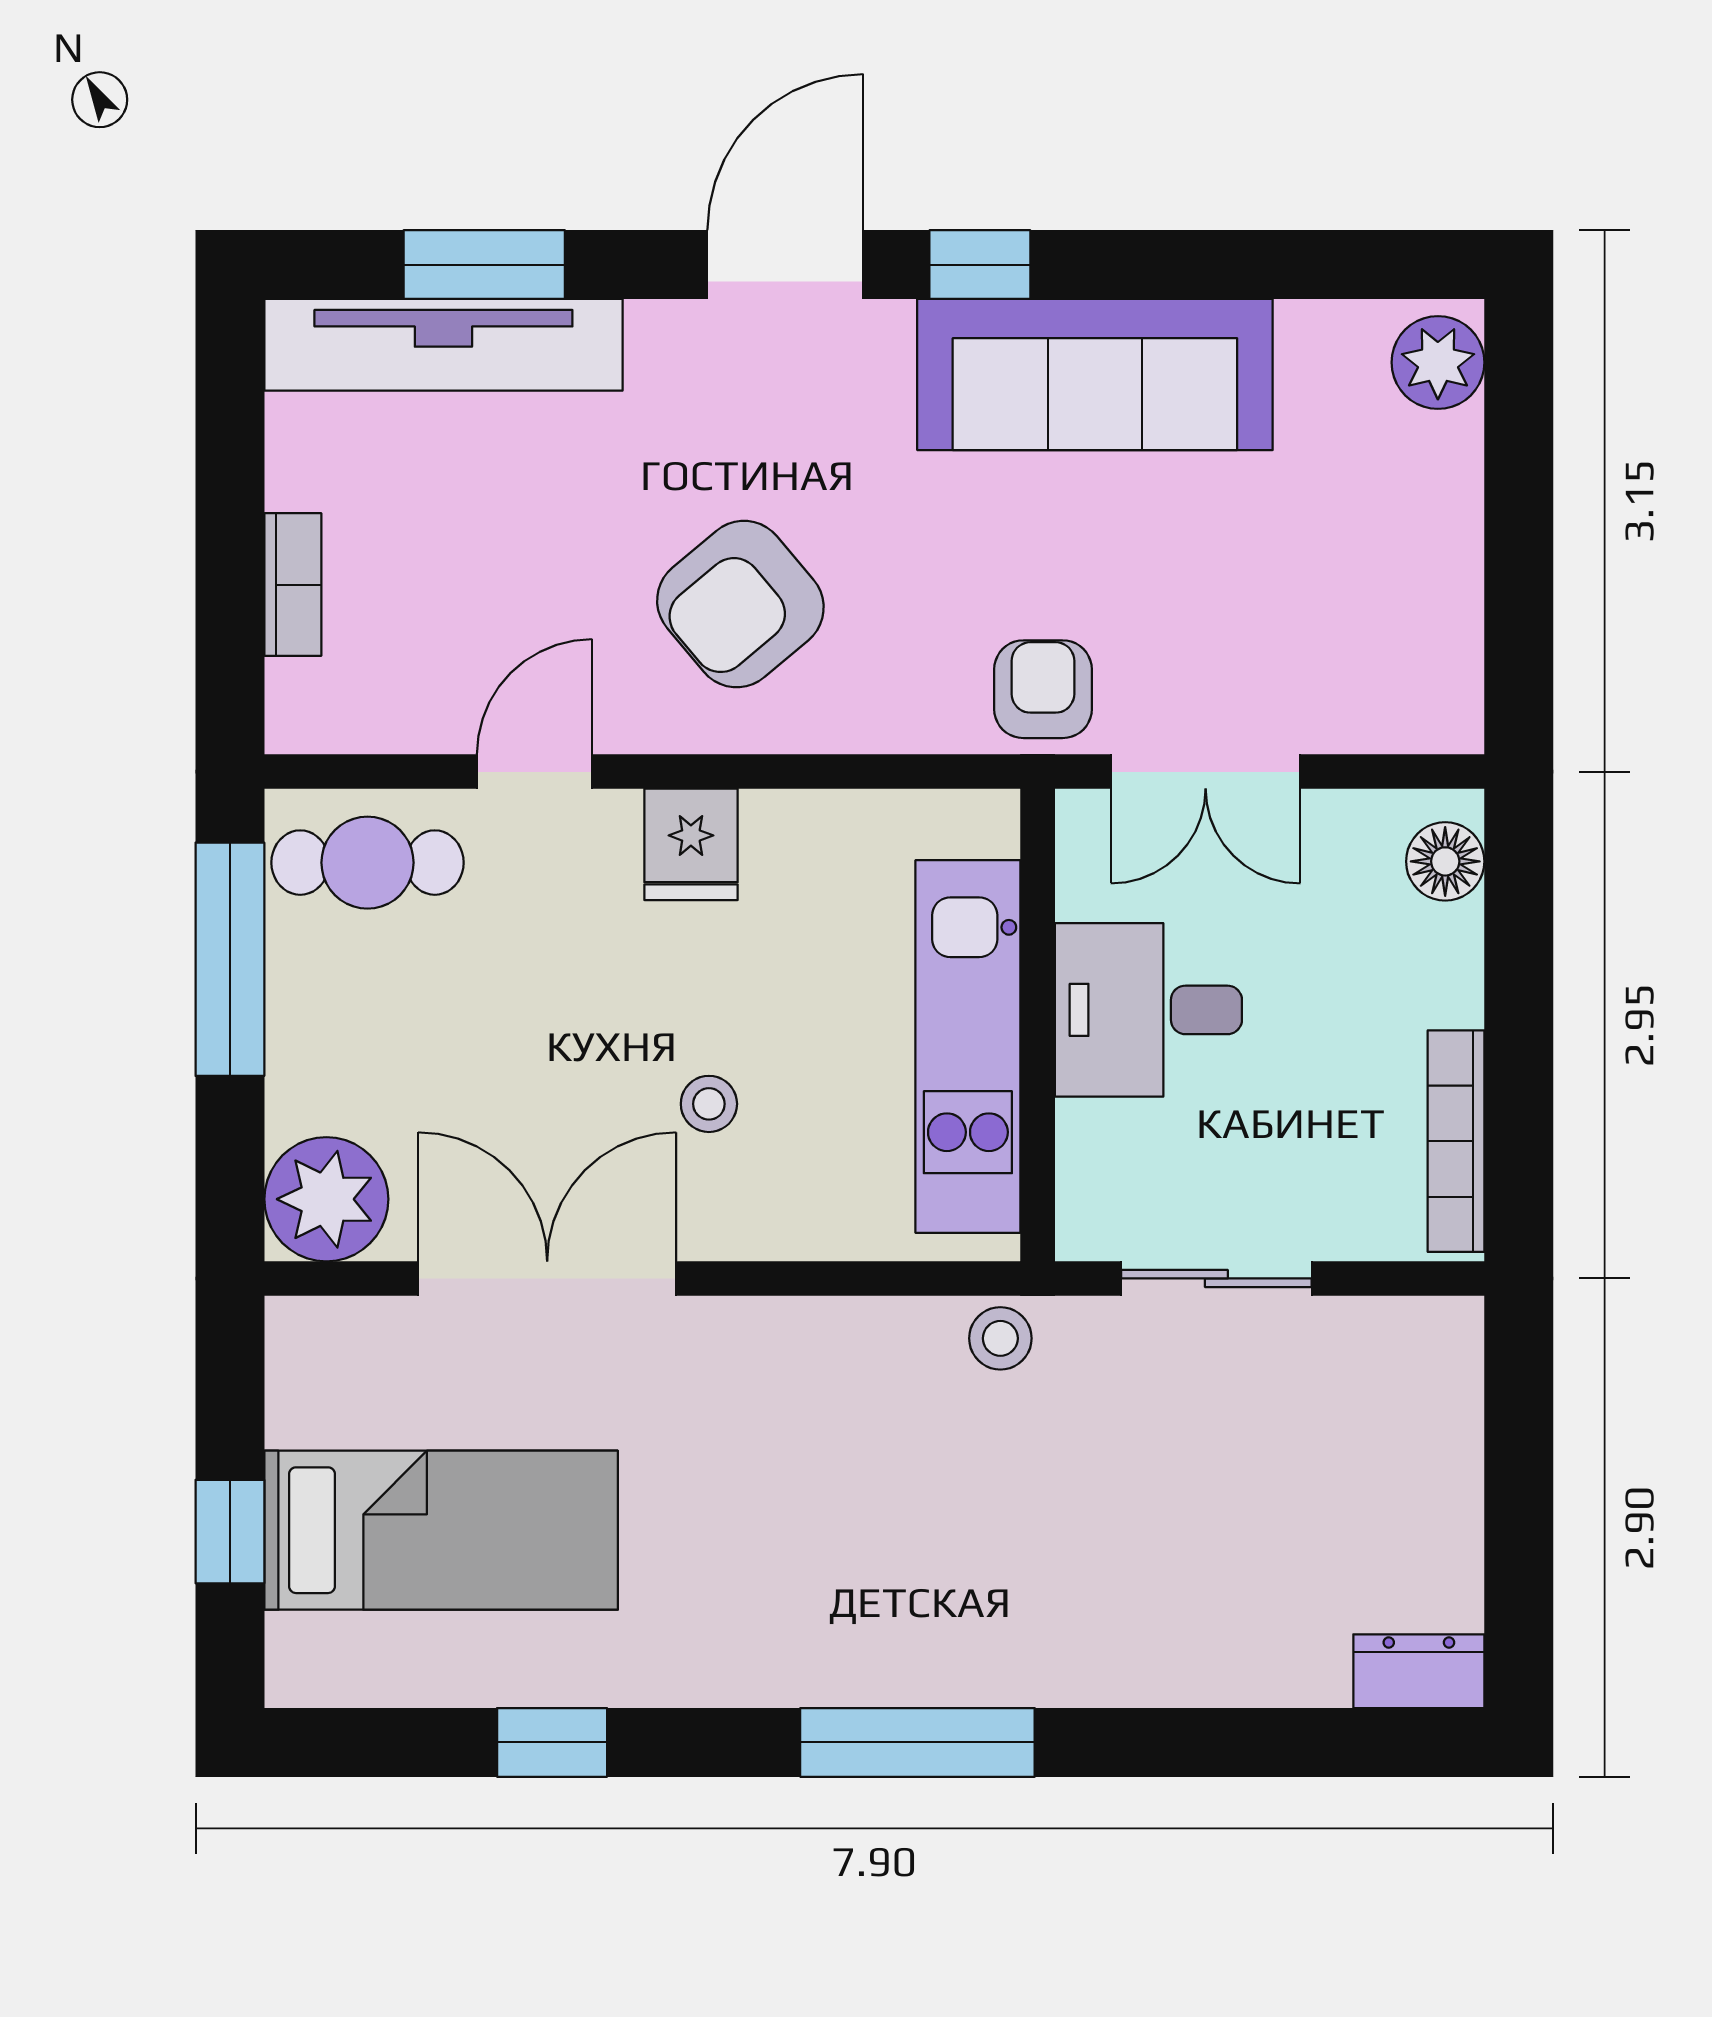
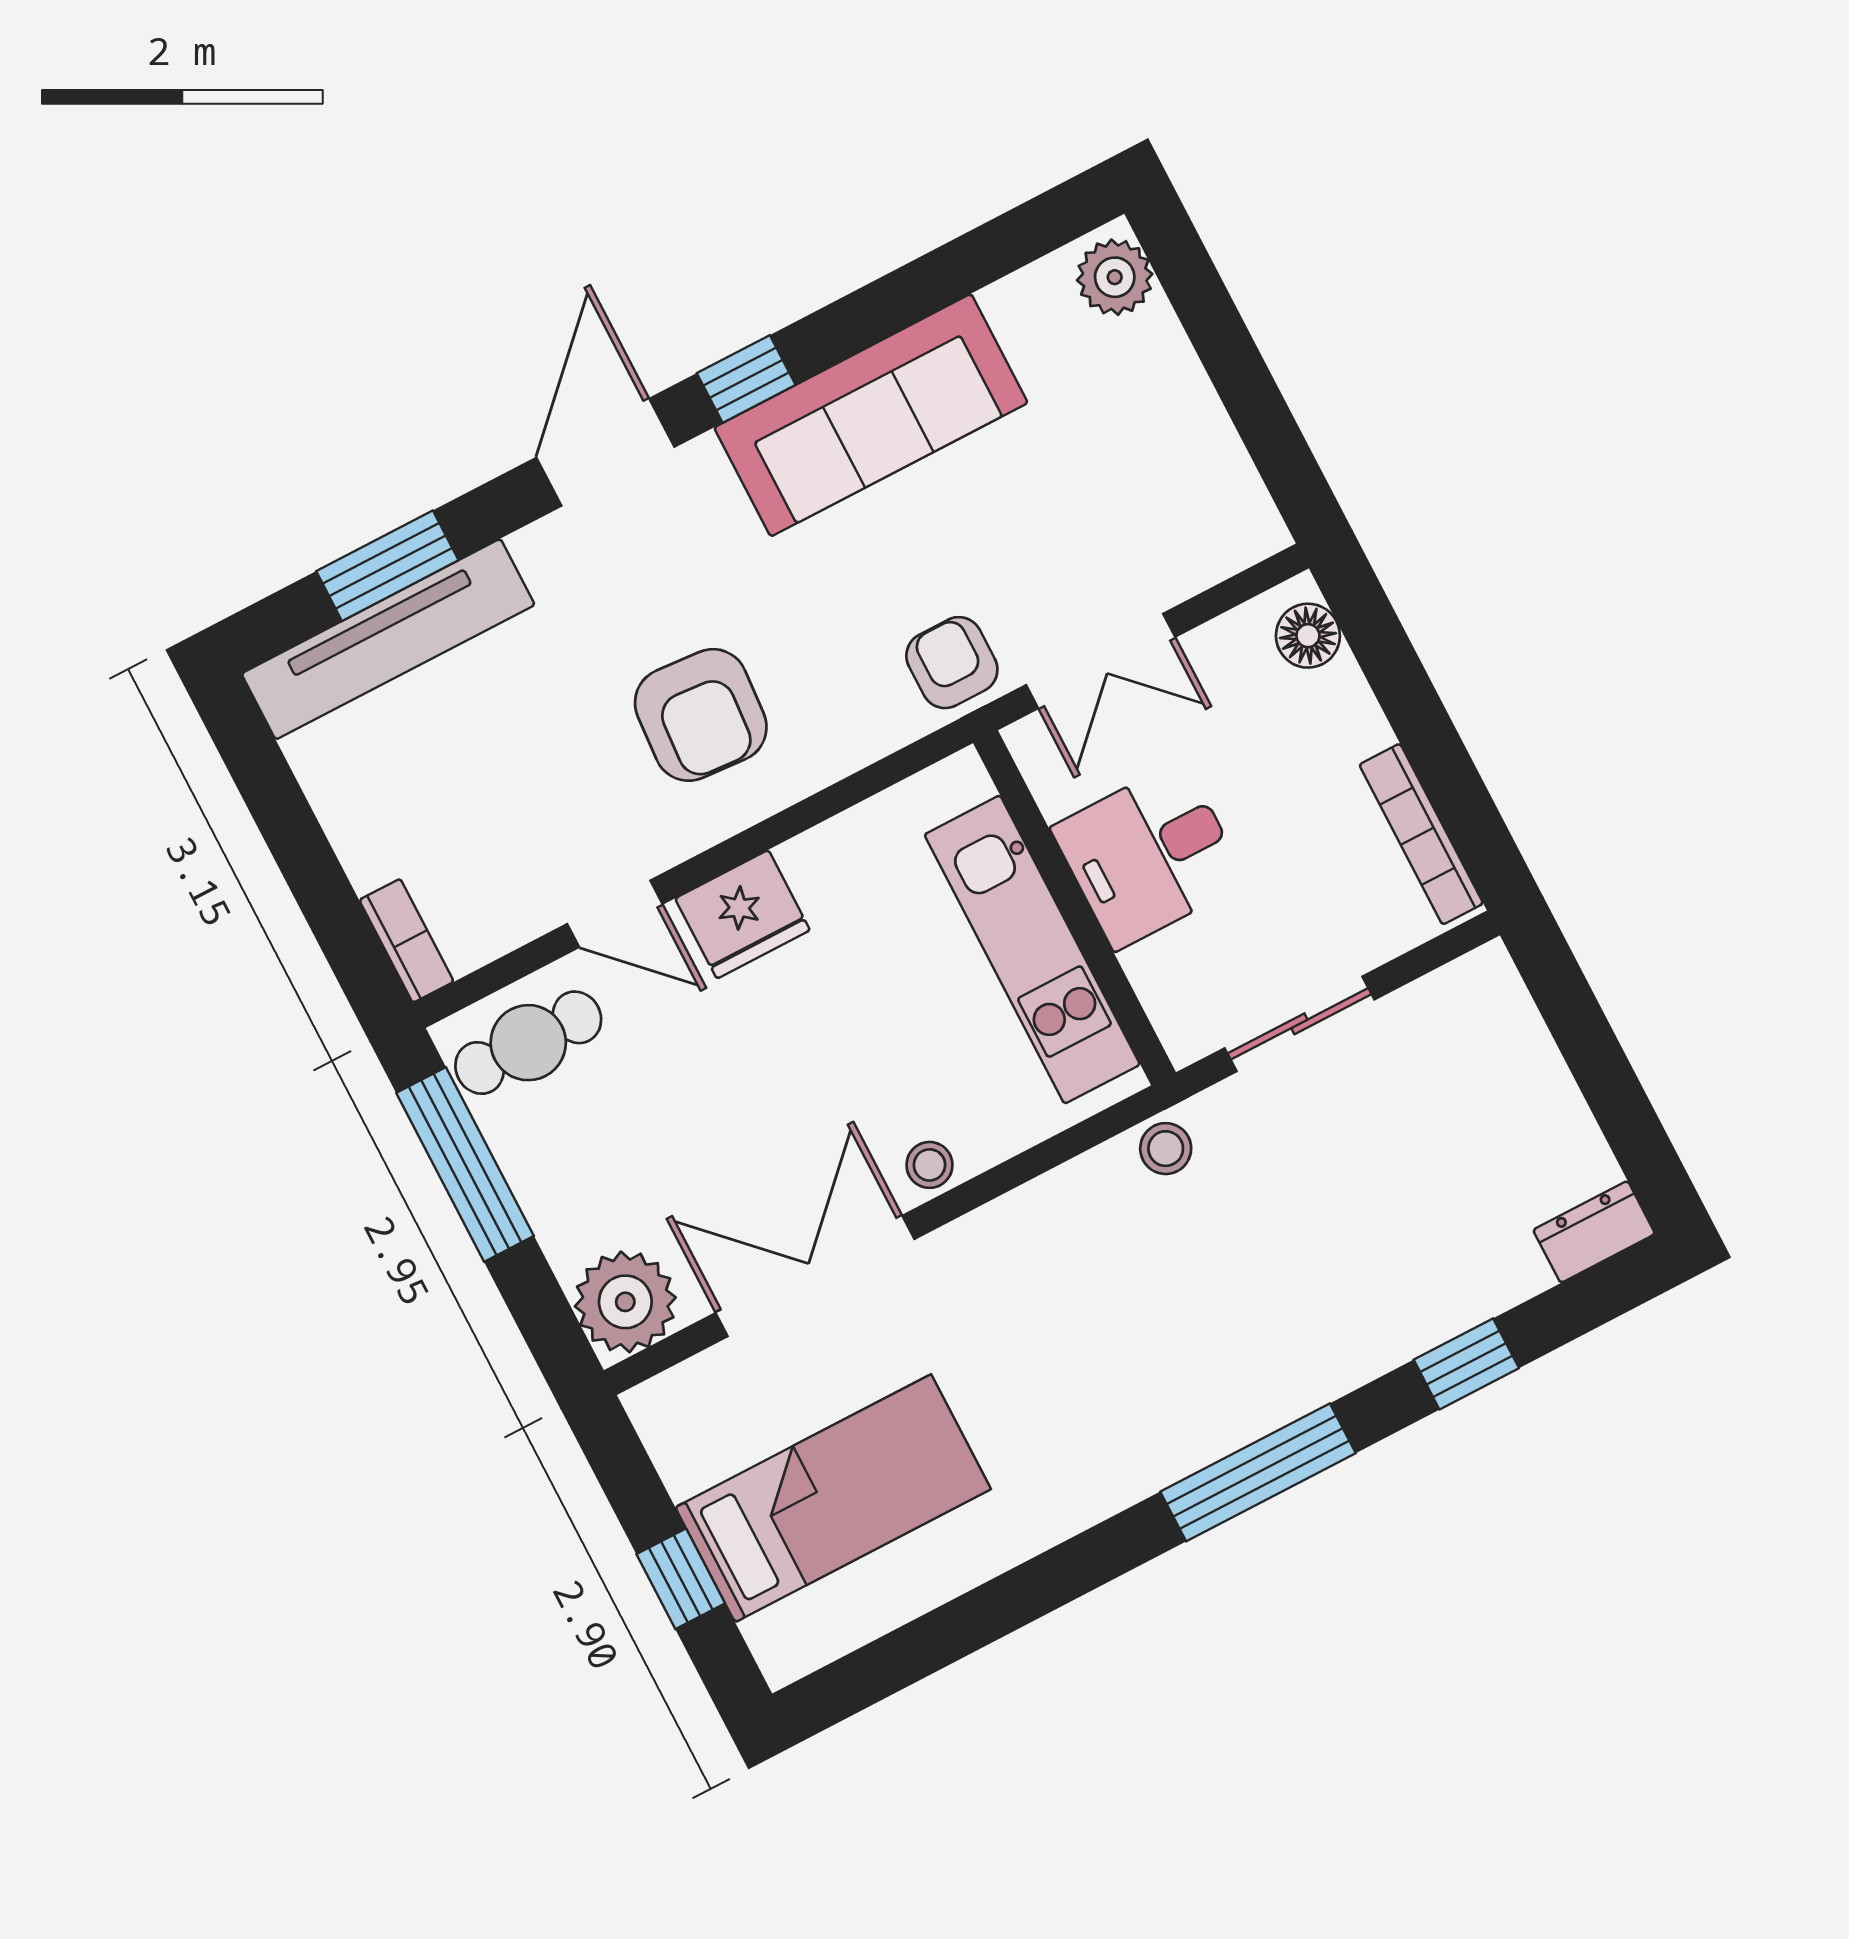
bookcase: (293, 585) -> (406, 941), moved
armchair: (740, 604) -> (701, 715), turned -46
door: (534, 772) -> (615, 914), swing flipped
fridge: (691, 844) -> (743, 914), width x1.38
stool: (709, 1104) -> (929, 1165), moved
window: (552, 1742) -> (1466, 1364), moved

